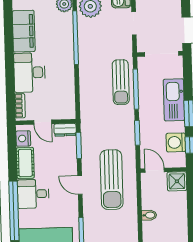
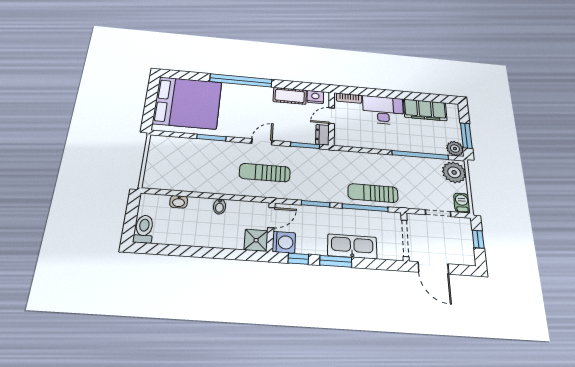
washing machine: (176, 142) -> (284, 242), moved, turned 90
sun lounger: (112, 180) -> (265, 173), width x0.73, depth x0.75
desk: (33, 194) -> (257, 99), removed

